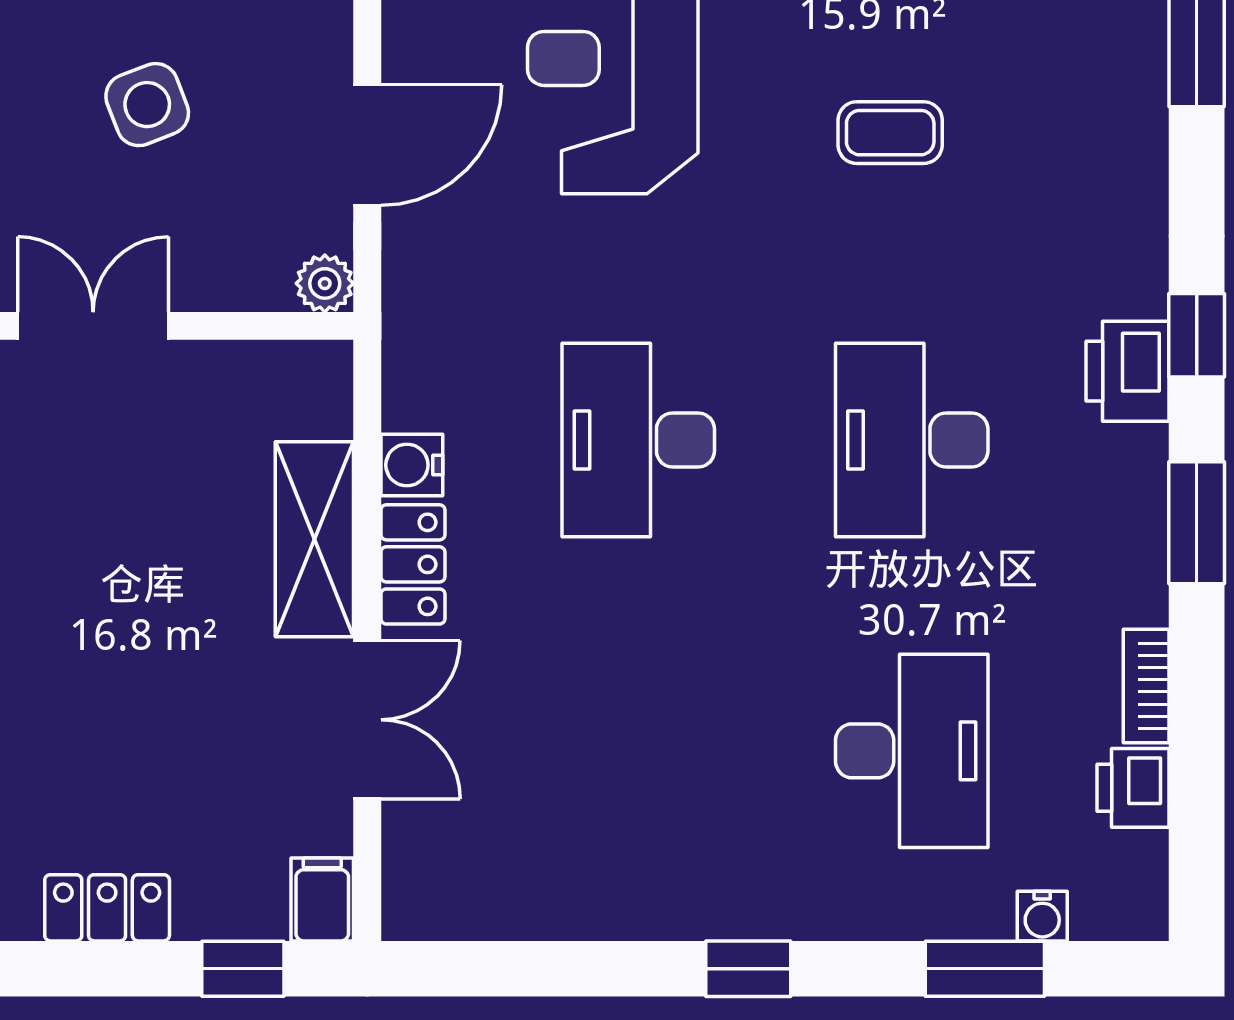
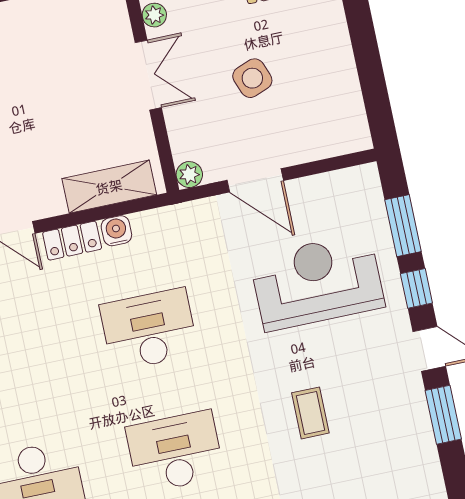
shelving: (314, 539) -> (109, 187), moved

